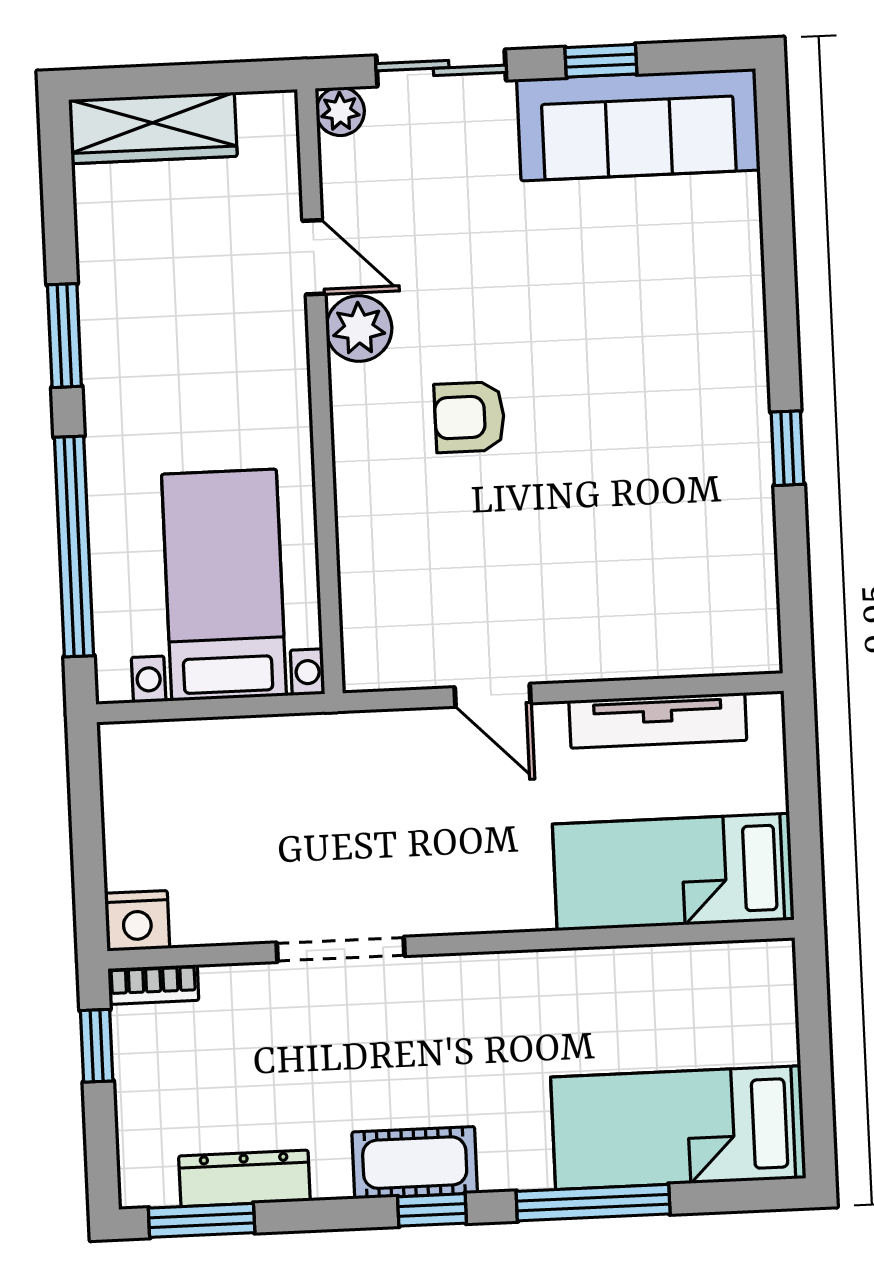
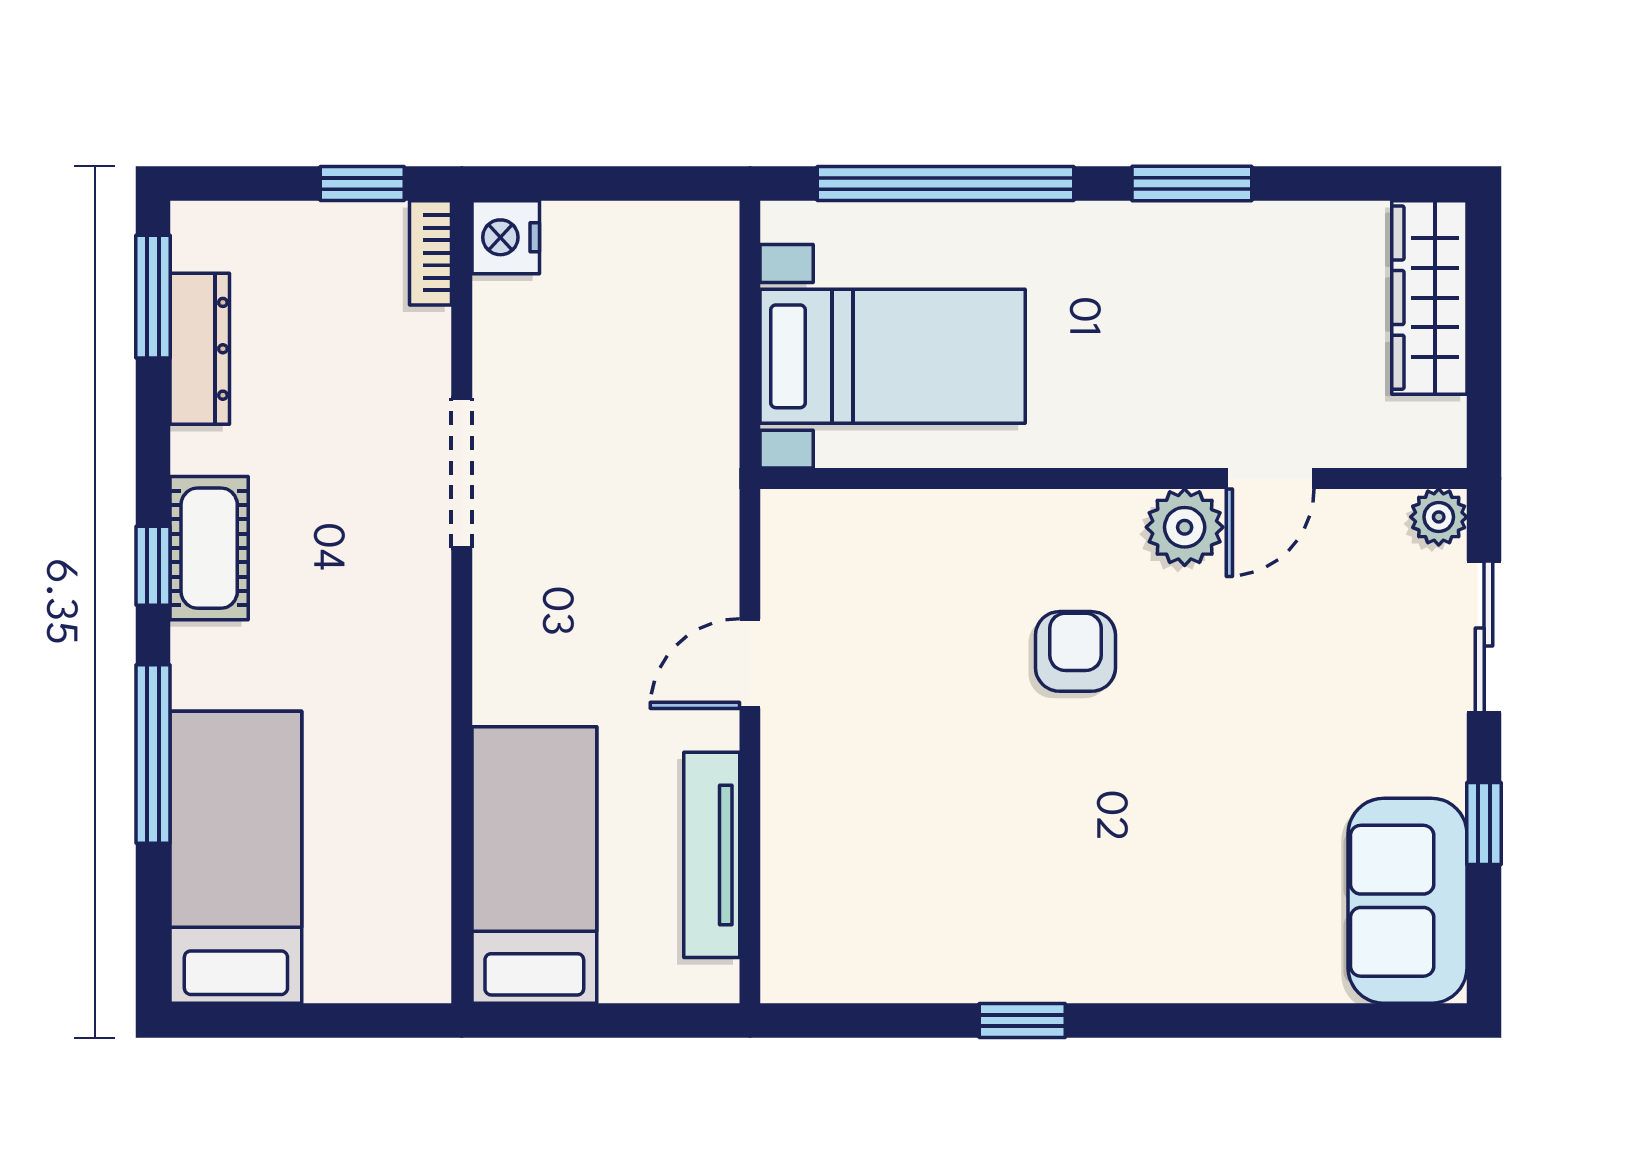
sofa: (638, 125) -> (1408, 901), width x0.73

